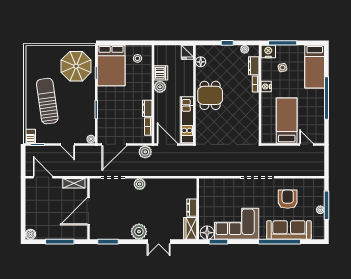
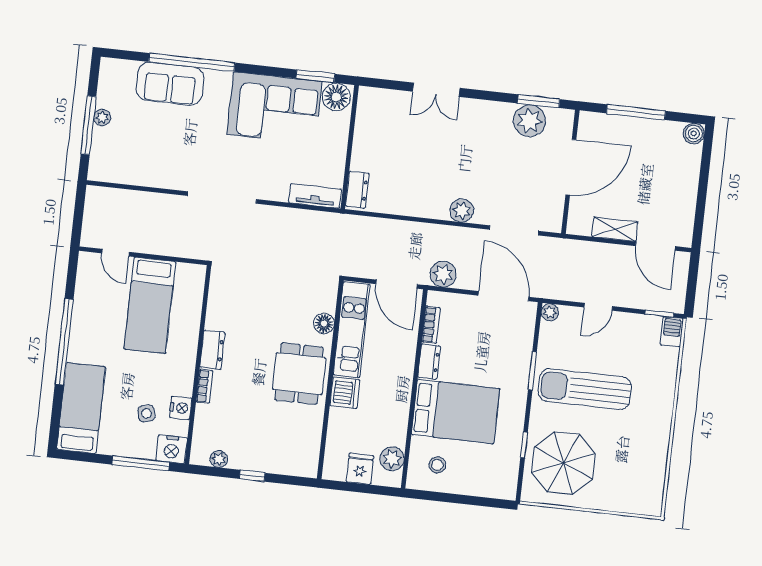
fridge: (187, 52) -> (360, 469), moved
floor lamp: (201, 62) -> (324, 324), moved
bed: (111, 65) -> (456, 412), moved, turned 90
dresser: (254, 66) -> (212, 350), moved
dishwasher: (161, 73) -> (345, 393), moved, turned 180
nightstand: (266, 86) -> (181, 408), moved
plant: (160, 87) -> (392, 459), moved
sun lounger: (47, 101) -> (585, 389), moved, turned 98
door: (68, 144) -> (598, 307), swing flipped
door: (114, 144) -> (504, 296), hinge flipped
shelving: (74, 183) -> (615, 229), moved
tv unit: (212, 183) -> (315, 196), added
armchair: (288, 199) -> (166, 146), removed
dresser: (192, 208) -> (357, 190), moved
wardrobe: (190, 228) -> (369, 109), removed
sofa: (289, 230) -> (170, 84), width x0.73
plant: (139, 232) -> (530, 121), moved
double door: (159, 242) -> (436, 90), swing flipped

